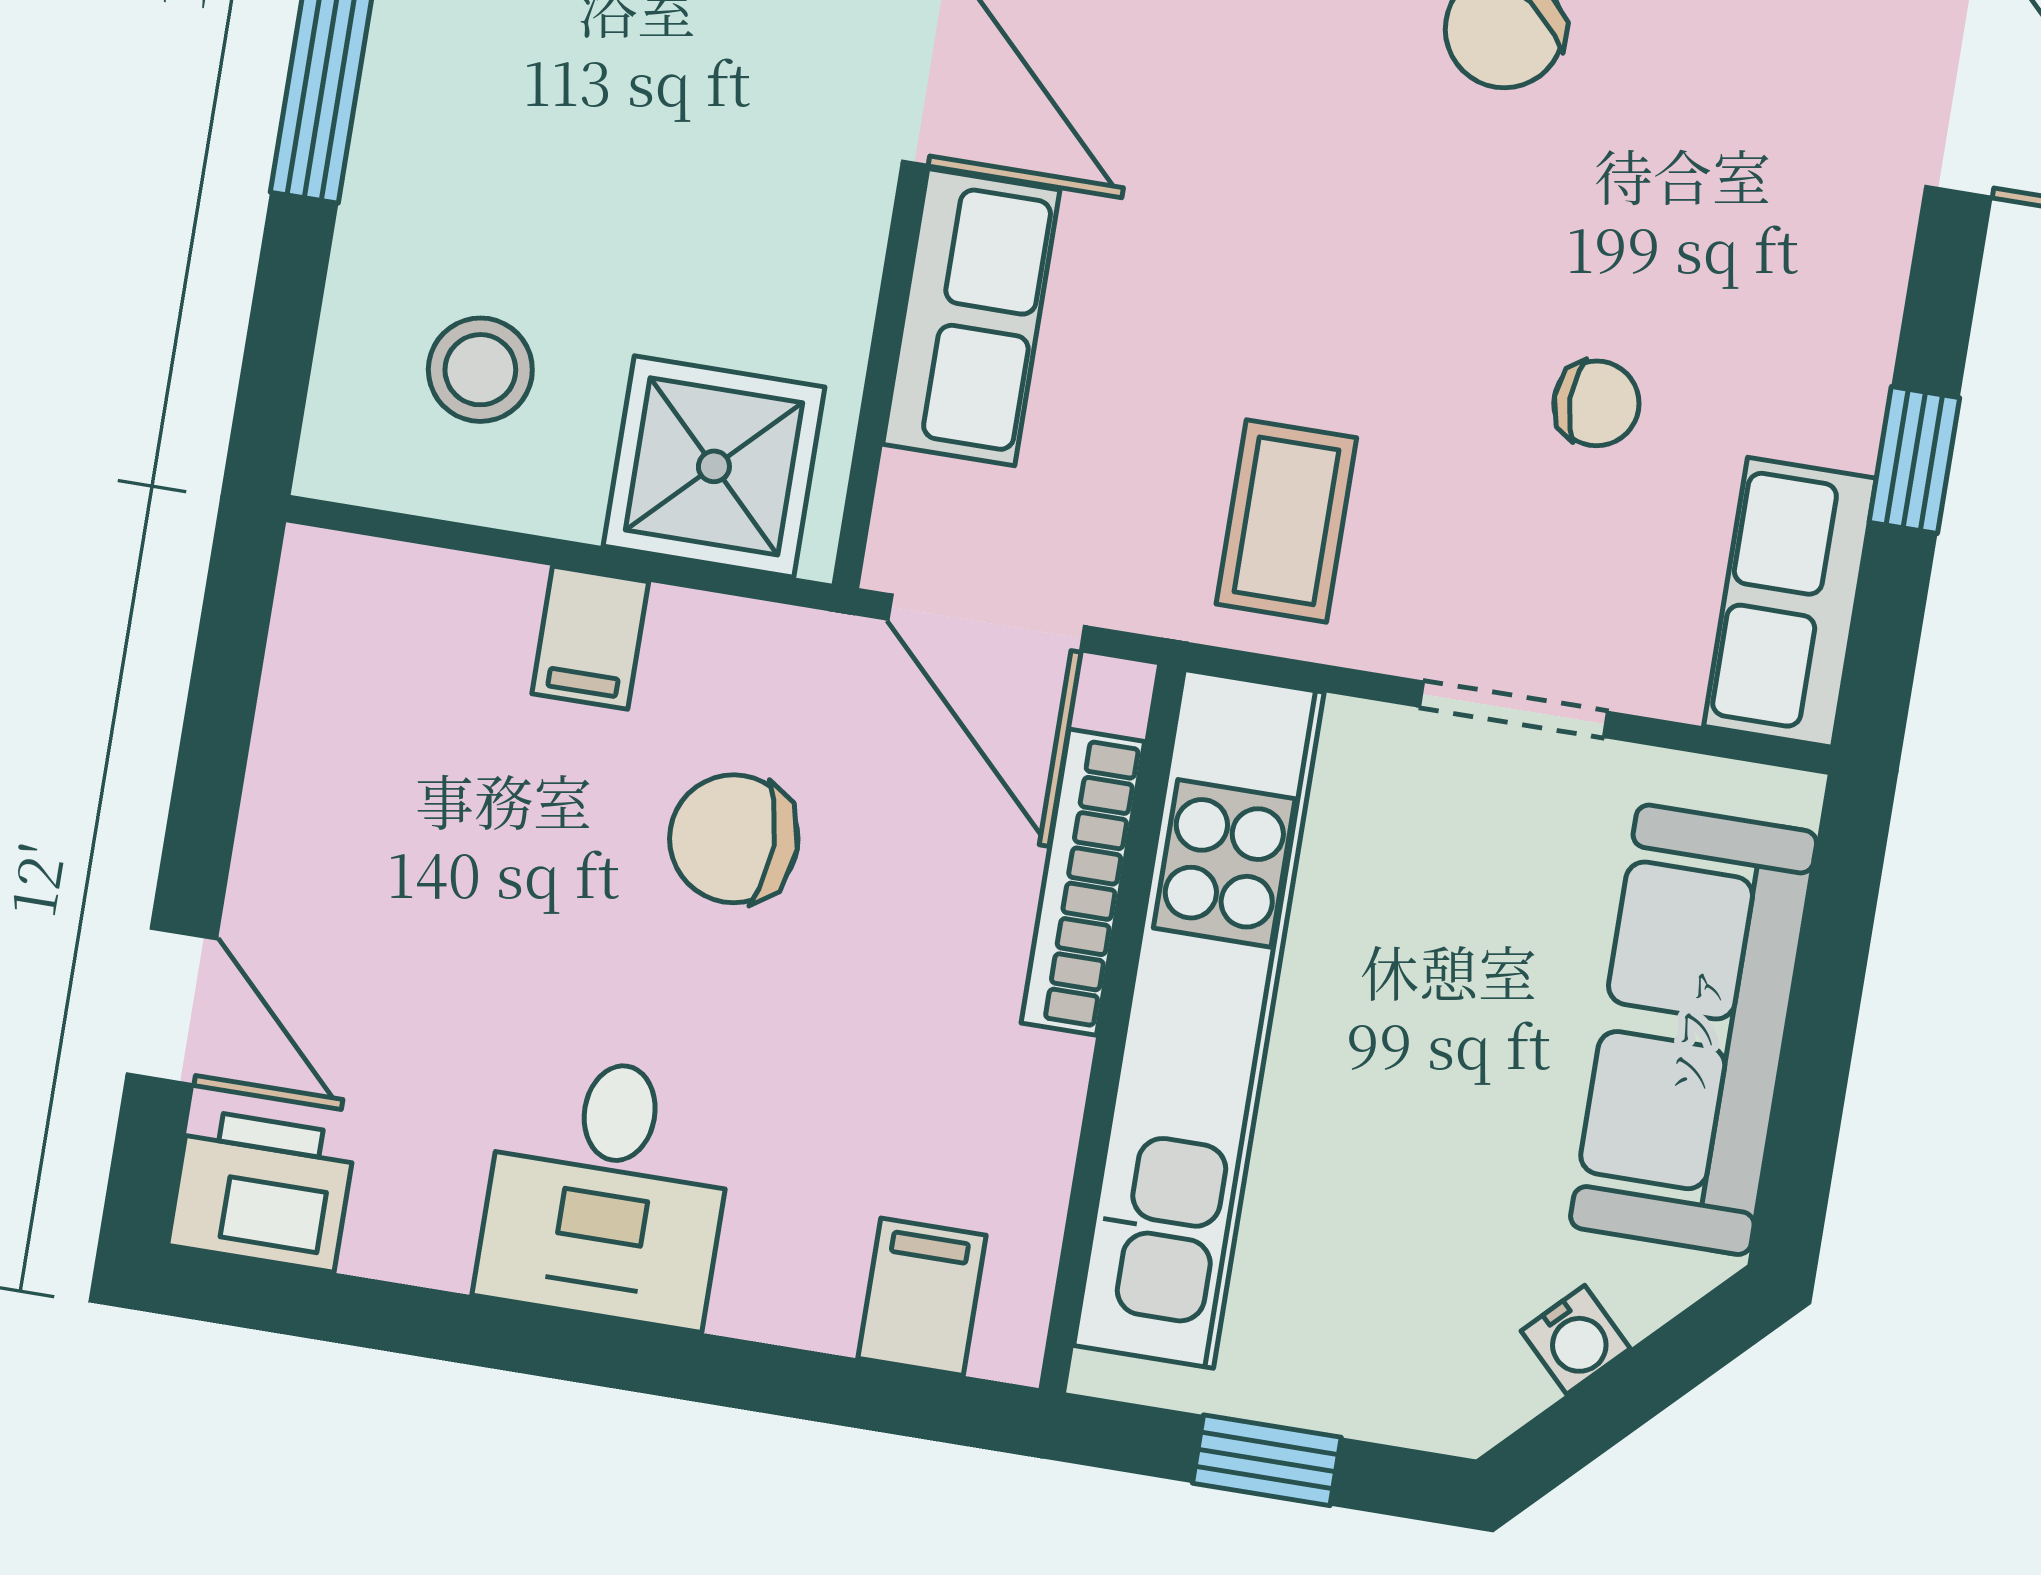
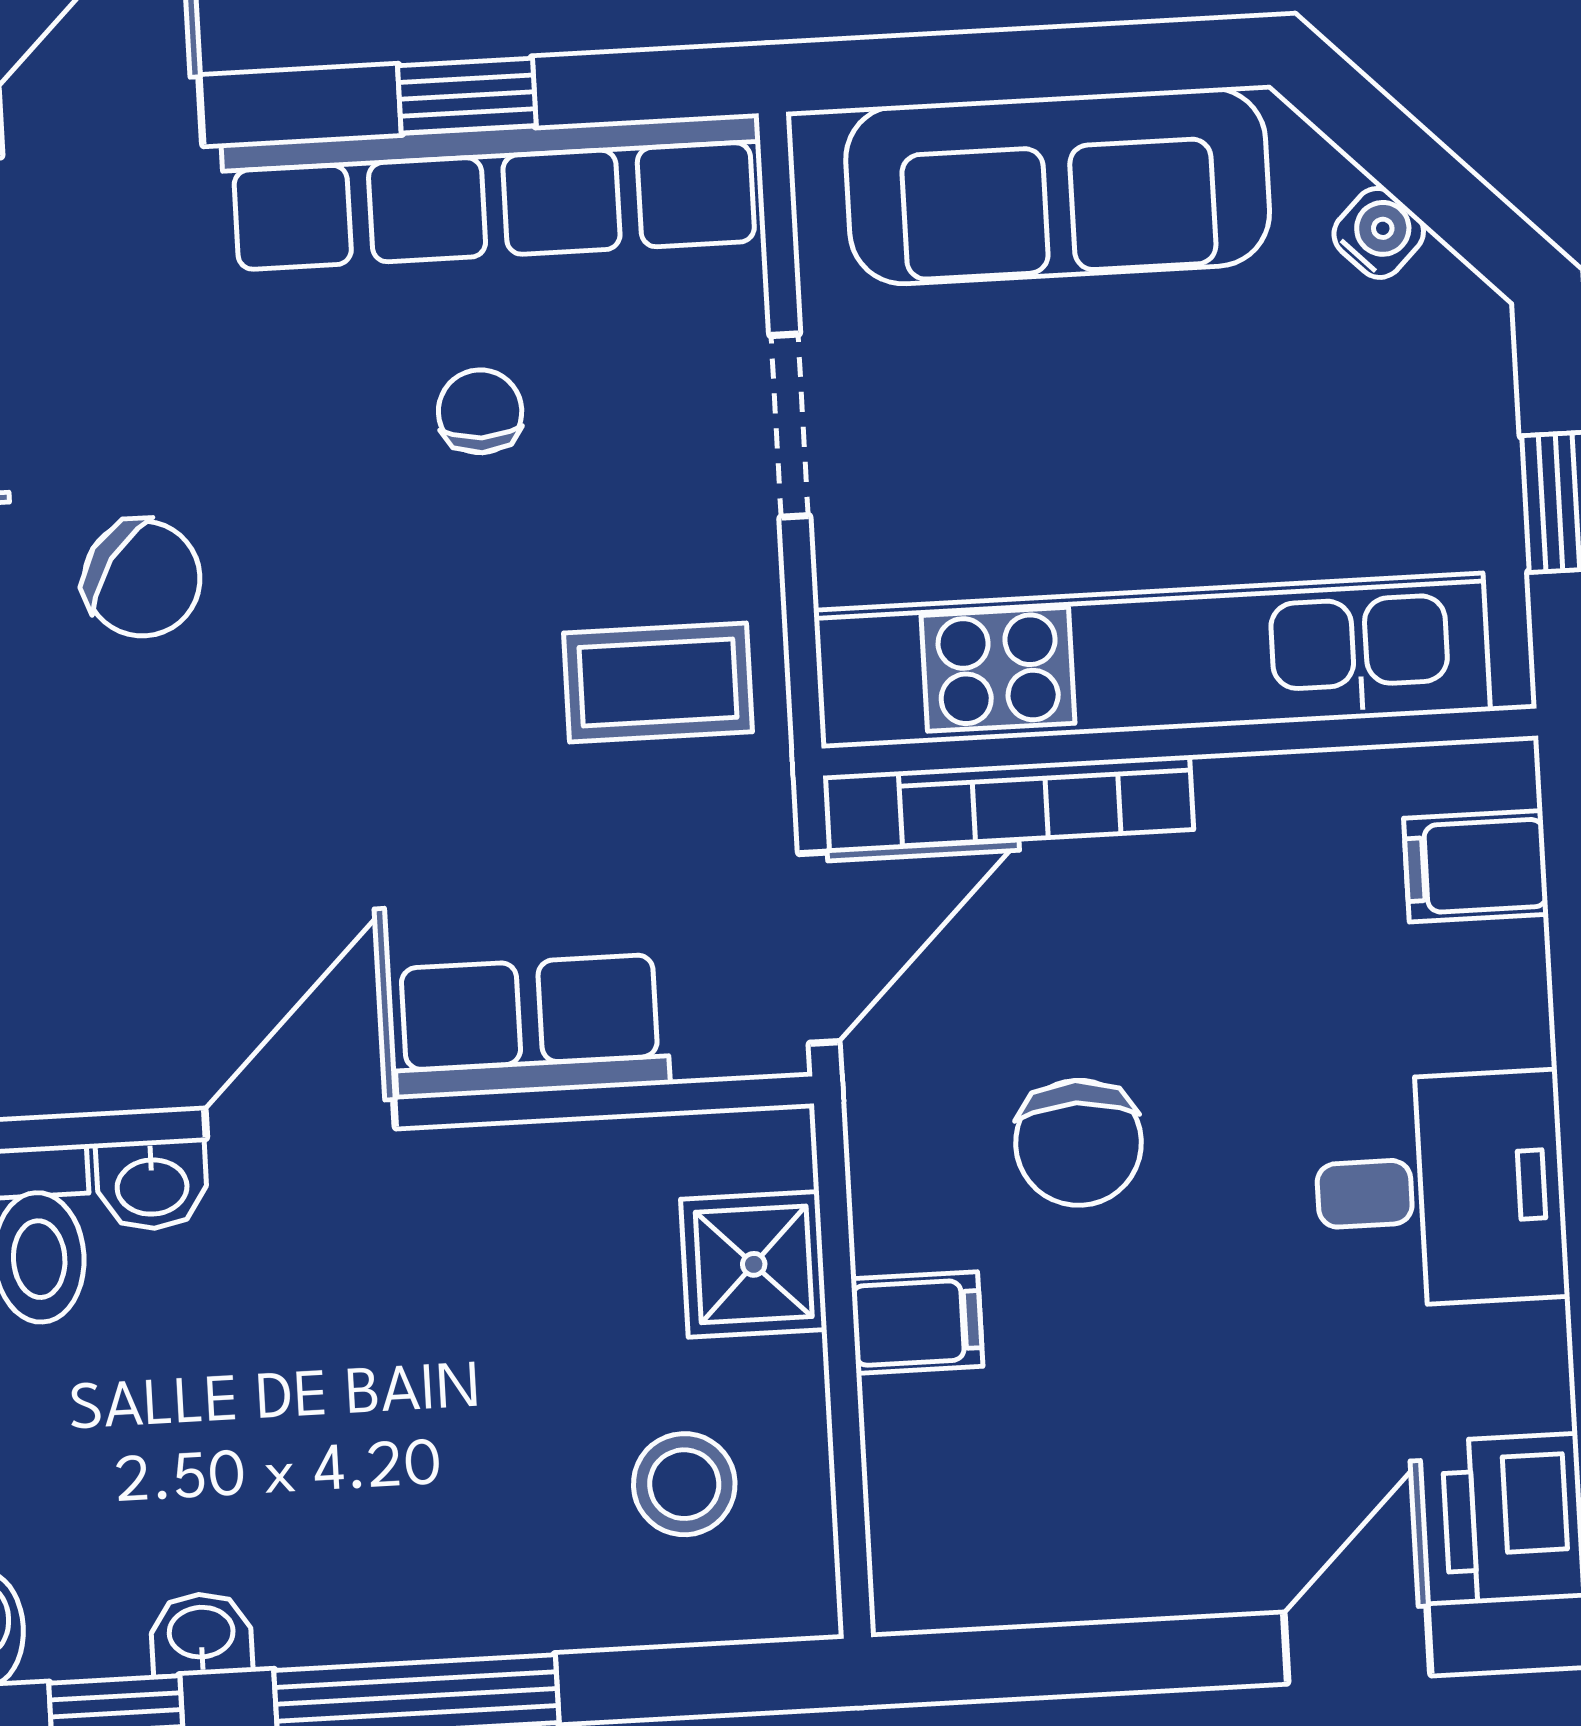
shower: (714, 466) -> (754, 1264), width x0.73, depth x0.73
row of seats: (1790, 602) -> (493, 192), width x2.02

